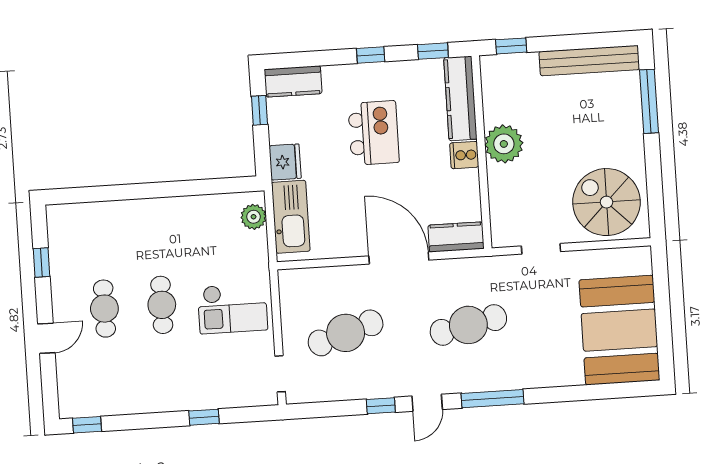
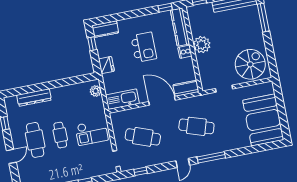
window: (371, 55) -> (138, 13), removed
spiral stairs: (606, 202) -> (250, 64), turned 90
dresser: (114, 213) -> (34, 98), added
kitchen sink: (291, 217) -> (122, 99), moved, turned -90
cafe table: (104, 309) -> (35, 140), width x1.37, depth x1.35
cafe table: (468, 325) -> (196, 126), turned 30
cafe table: (346, 333) -> (143, 137), turned 39
window: (381, 406) -> (140, 171), moved

